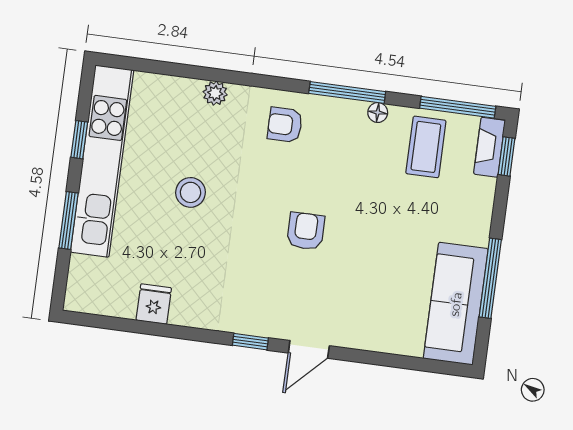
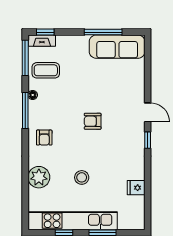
plant: (215, 93) -> (39, 177), width x1.88, depth x1.88

